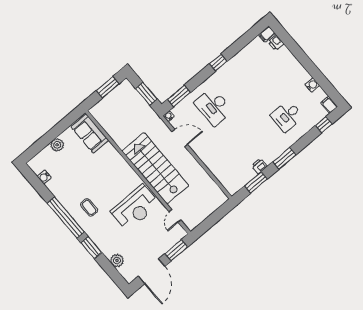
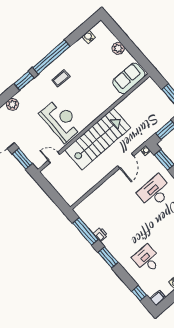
window: (256, 182) -> (85, 231), width x1.44
reception desk: (135, 208) -> (61, 121), turned 180

